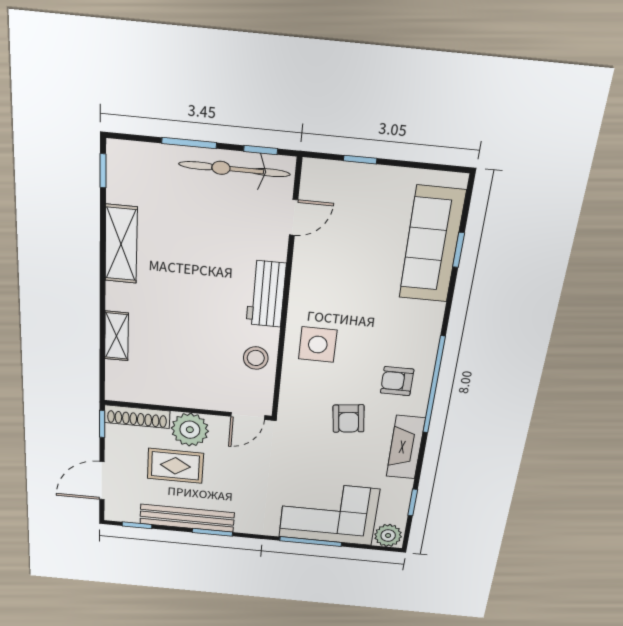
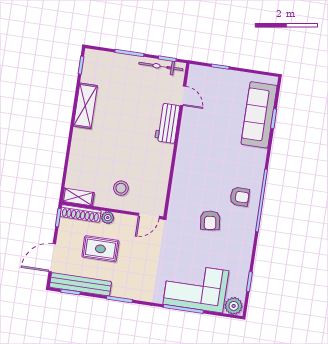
bicycle: (234, 169) -> (161, 66), width x0.73, depth x0.71
door: (294, 217) -> (183, 96), hinge flipped
workbench: (266, 294) -> (167, 123), moved
shelving: (117, 336) -> (78, 197), moved, turned 90
side table: (318, 345) -> (193, 171), removed
stool: (256, 358) -> (121, 188), moved
armchair: (397, 381) -> (240, 197), turned 180
plant: (190, 430) -> (108, 218), width x0.53, depth x0.53
fireplace: (406, 447) -> (245, 242), removed
bench: (187, 518) -> (80, 284), moved

